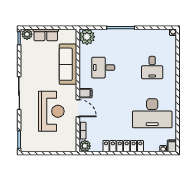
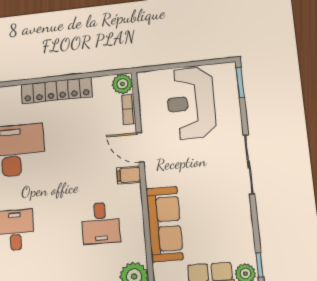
desk: (103, 68) -> (101, 223), turned 90
reception desk: (51, 111) -> (191, 103), moved

